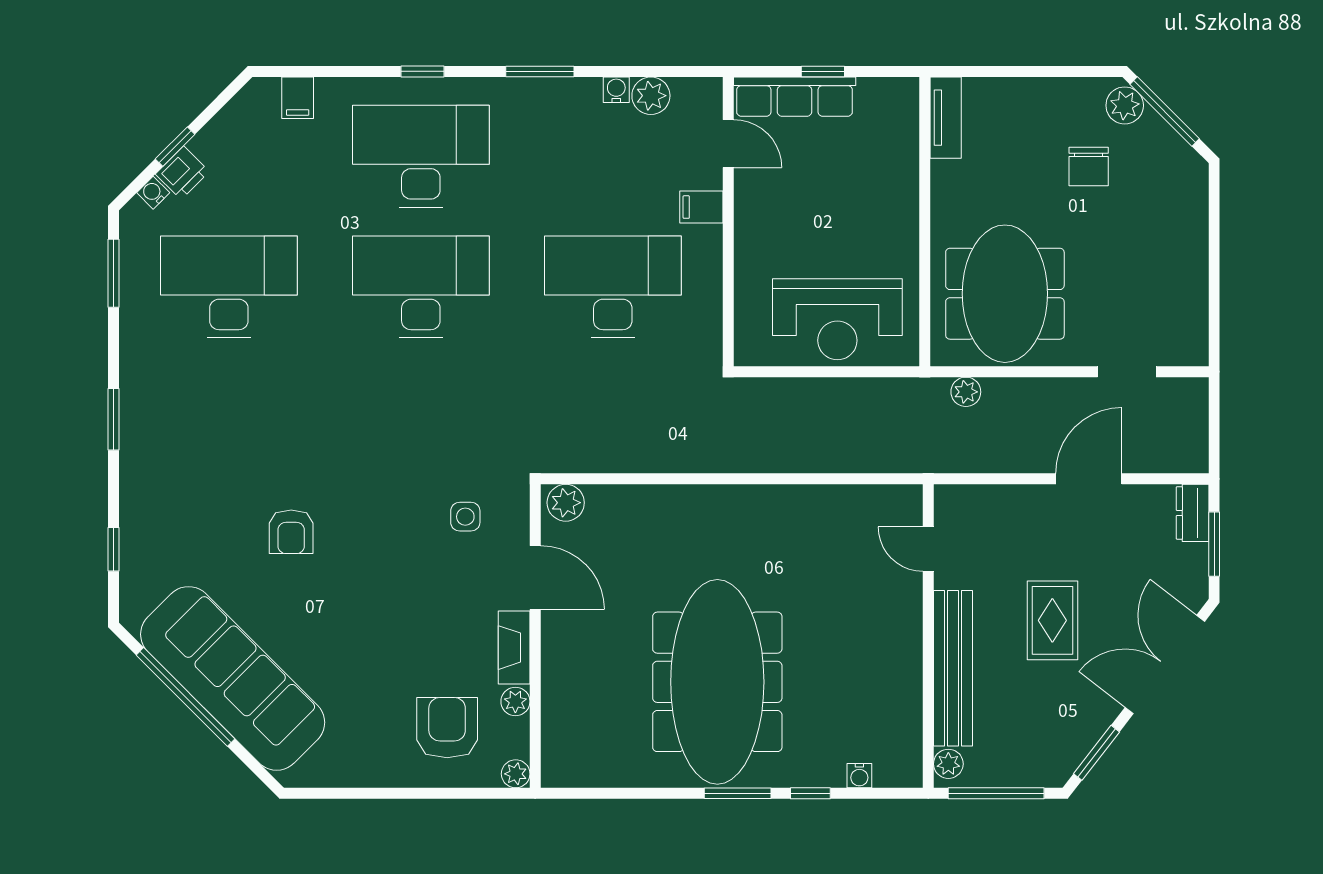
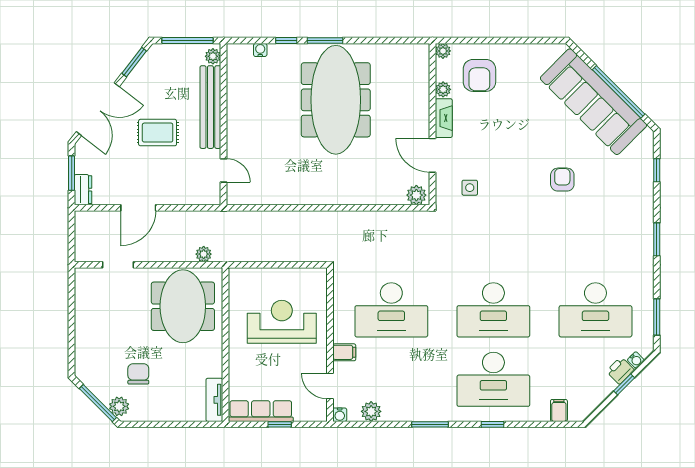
water cooler: (616, 90) -> (340, 415), moved
row of seats: (795, 97) -> (261, 411), moved
reception desk: (837, 319) -> (282, 322), moved
rug: (1052, 620) -> (158, 133), turned 90

